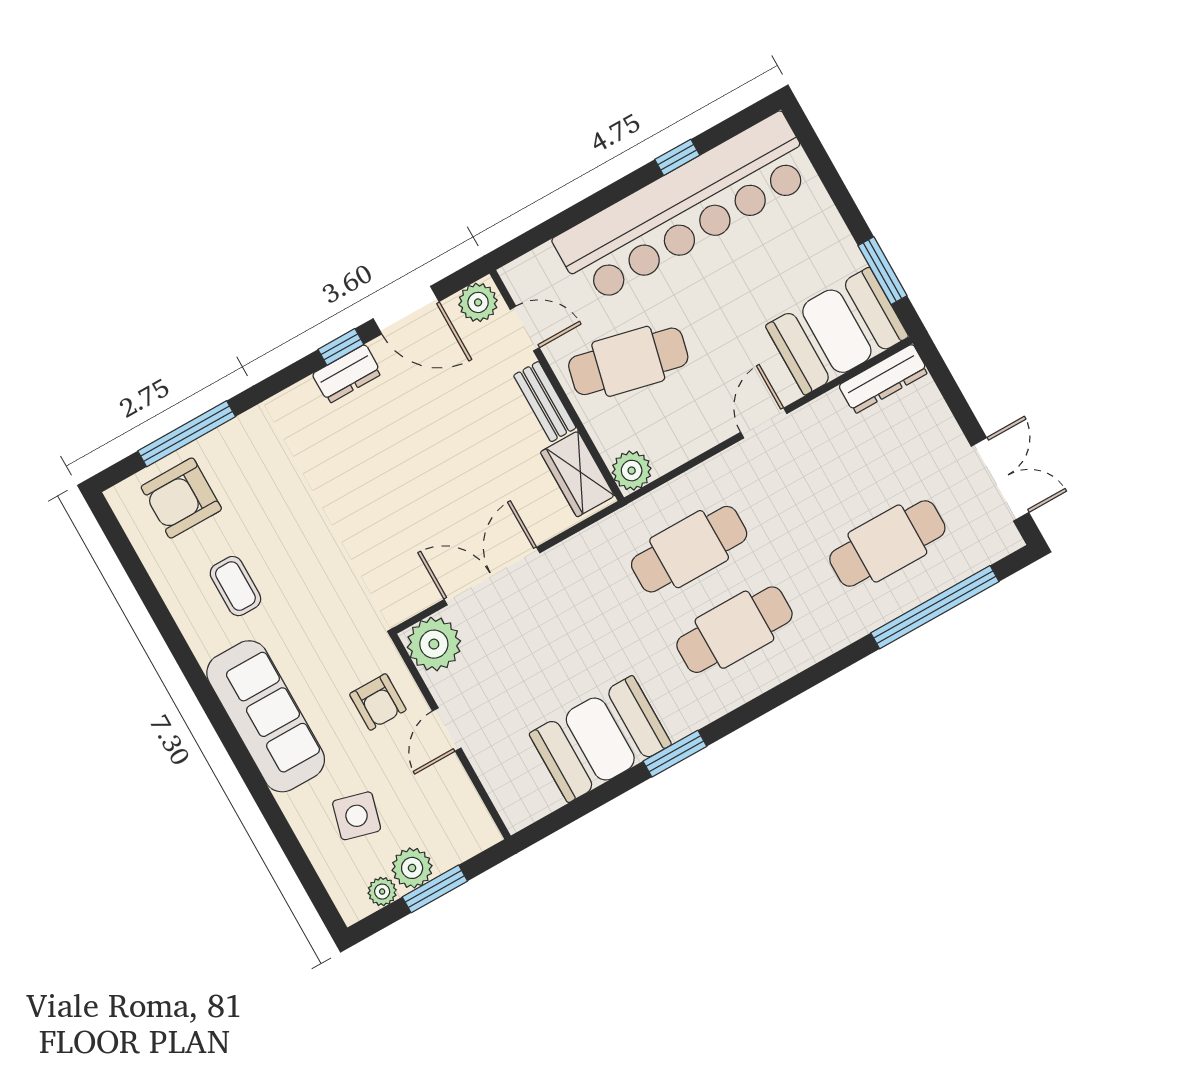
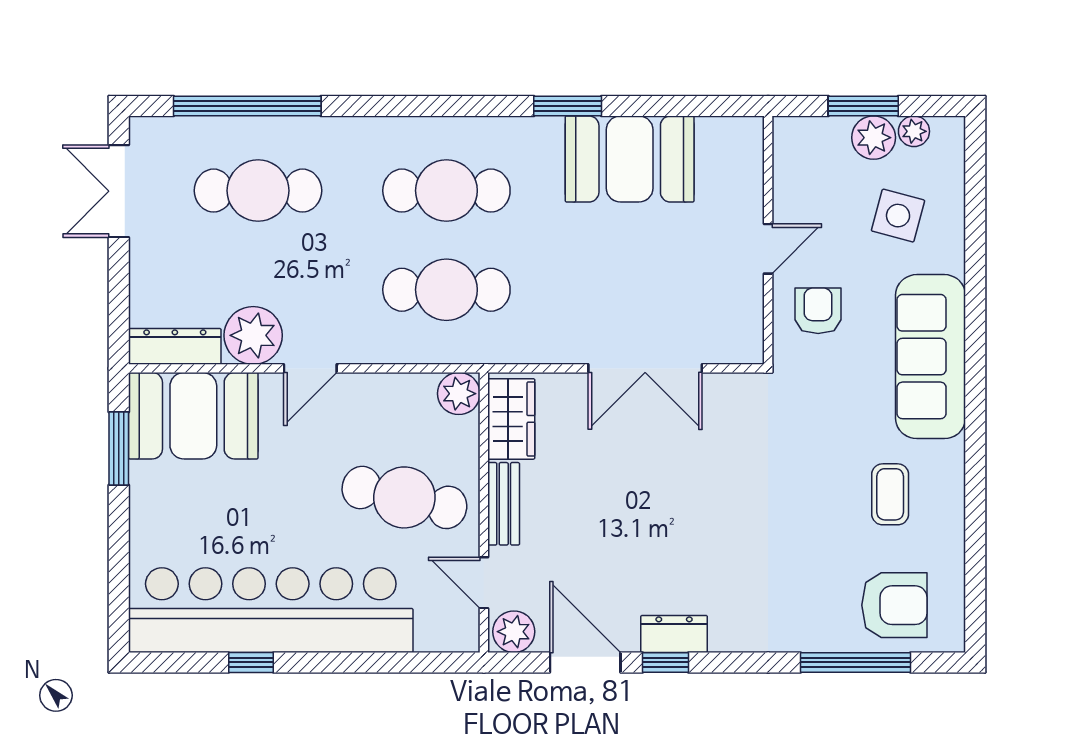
plant: (434, 644) -> (253, 335), moved

